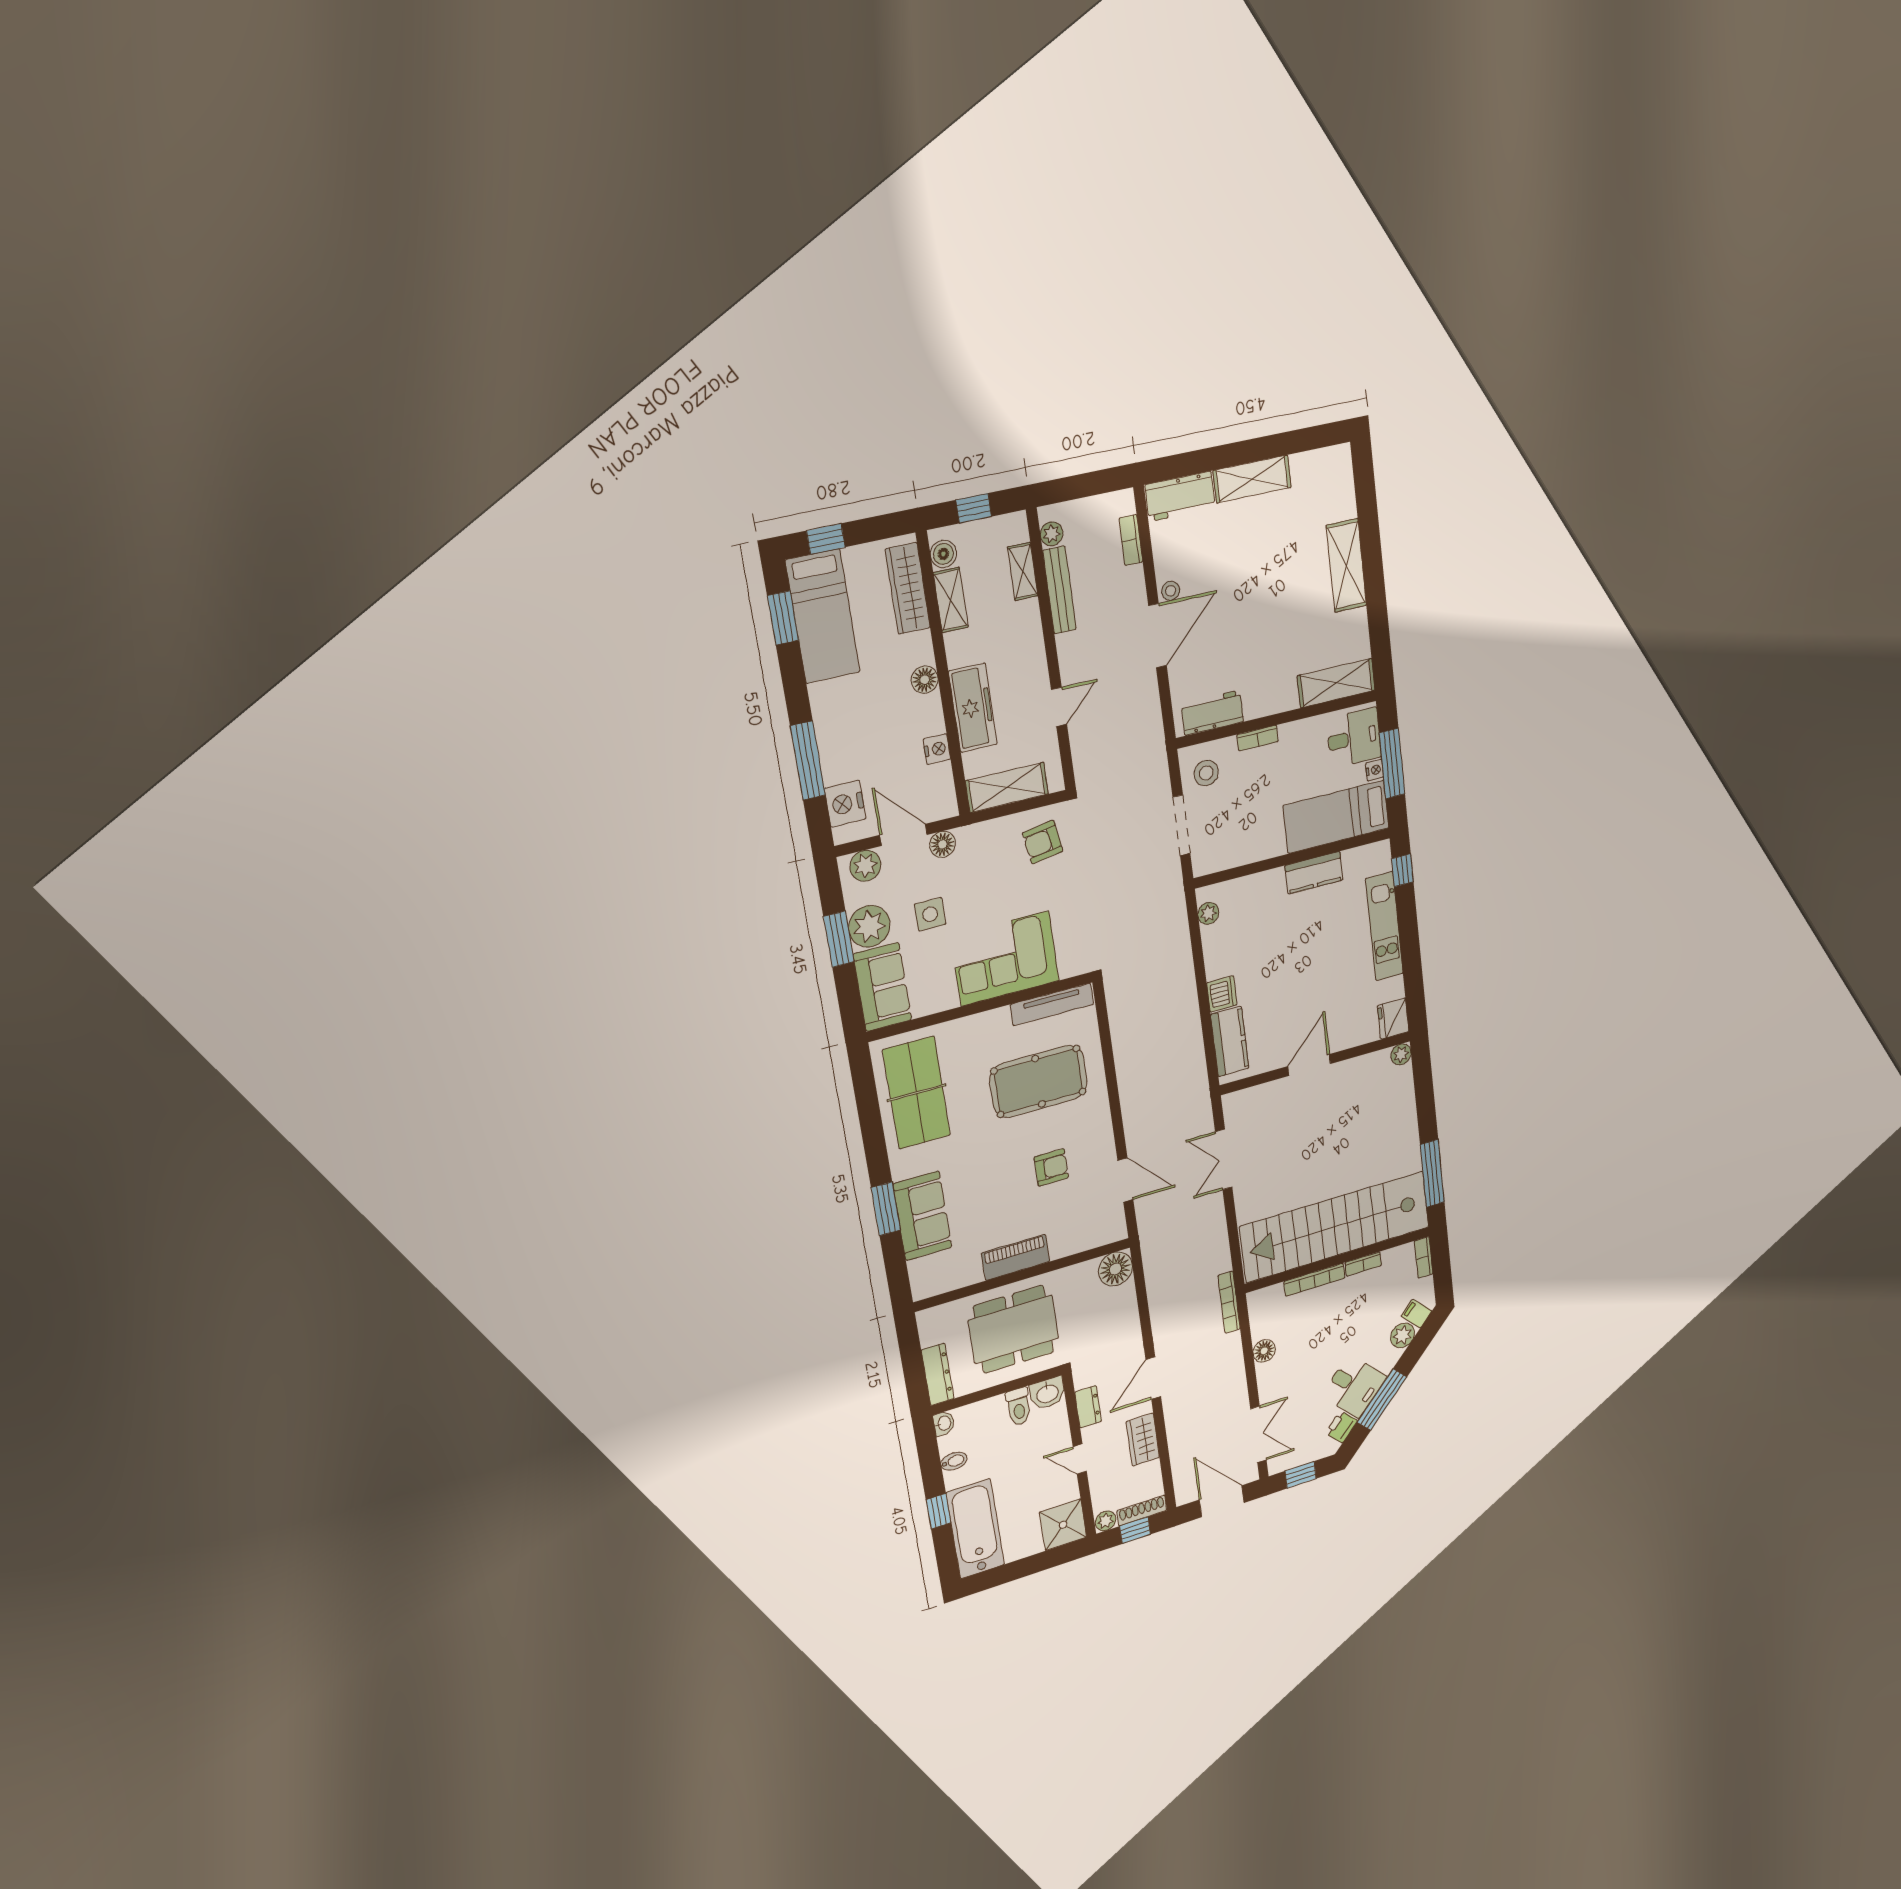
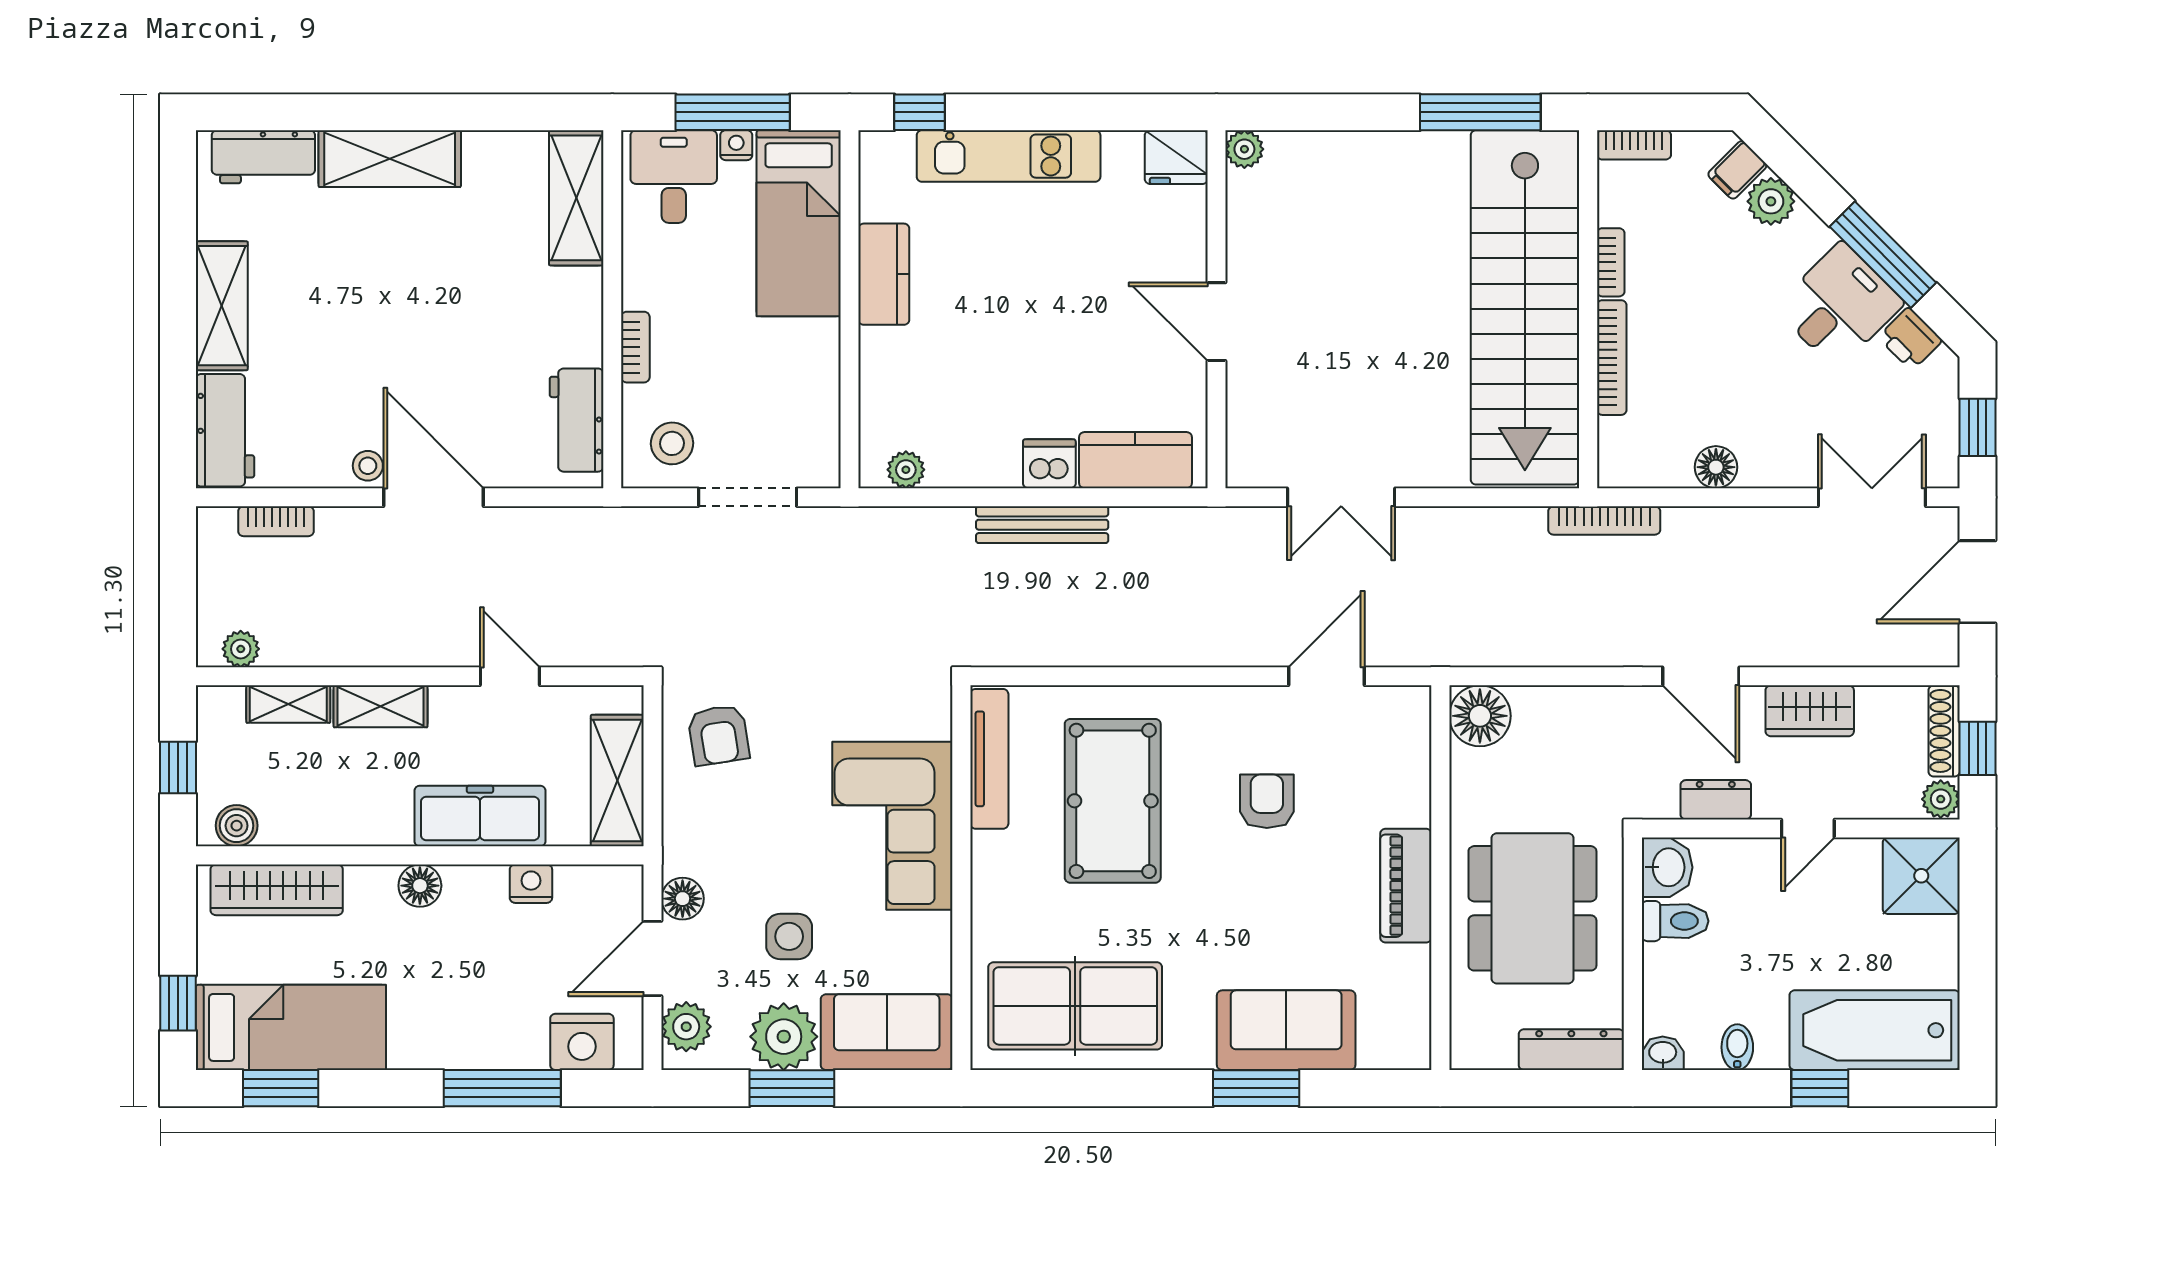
workbench: (1340, 487) -> (263, 157), added
bench: (1060, 590) -> (1042, 525), moved
shelving: (951, 600) -> (381, 706), moved

